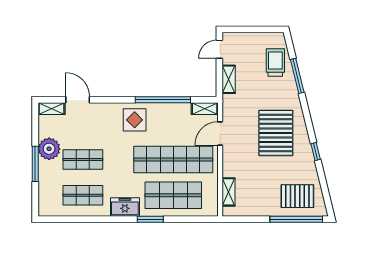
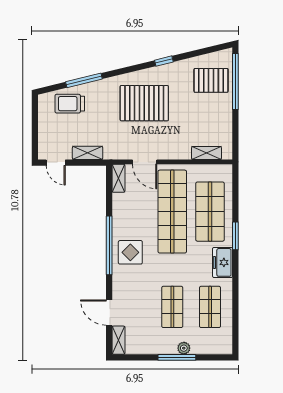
door: (78, 100) -> (109, 313), hinge flipped
window: (163, 100) -> (109, 245), moved
plant: (49, 149) -> (184, 348), moved, width x0.53, depth x0.53
pallet: (297, 196) -> (211, 80), turned 90

